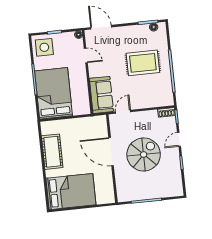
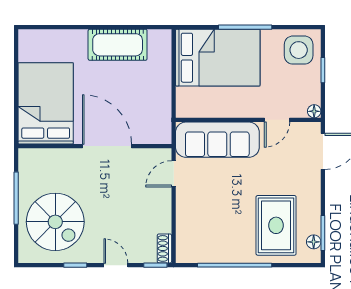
rug: (143, 63) -> (276, 225), moved
sofa: (101, 95) -> (217, 140), width x1.36
door: (123, 112) -> (174, 174), swing flipped
door: (111, 152) -> (107, 146), hinge flipped
spiral stairs: (144, 154) -> (55, 222), moved
bed: (71, 192) -> (46, 103), moved, turned 180

